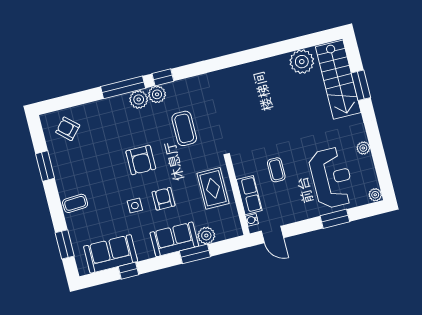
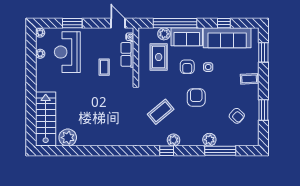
window: (361, 85) -> (31, 111), removed
window: (123, 87) -> (220, 151), moved
plant: (139, 99) -> (209, 140), moved
coffee table: (184, 128) -> (161, 112), turned 50
armchair: (68, 129) -> (237, 116), moved
plant: (363, 148) -> (40, 54), moved
rug: (213, 188) -> (159, 57), moved
sofa: (111, 254) -> (227, 38), width x1.36
window: (195, 254) -> (175, 23), width x2.11

